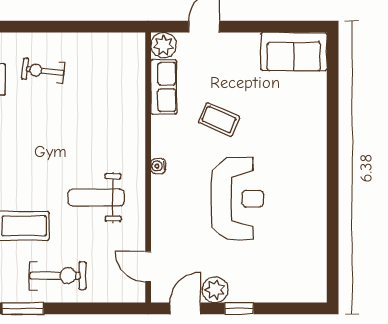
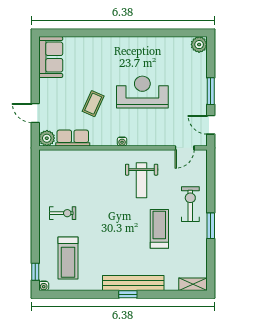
exercise bike: (43, 71) -> (63, 213), turned -96
plant: (215, 290) -> (199, 45), moved
window: (239, 308) -> (211, 91), width x1.50

